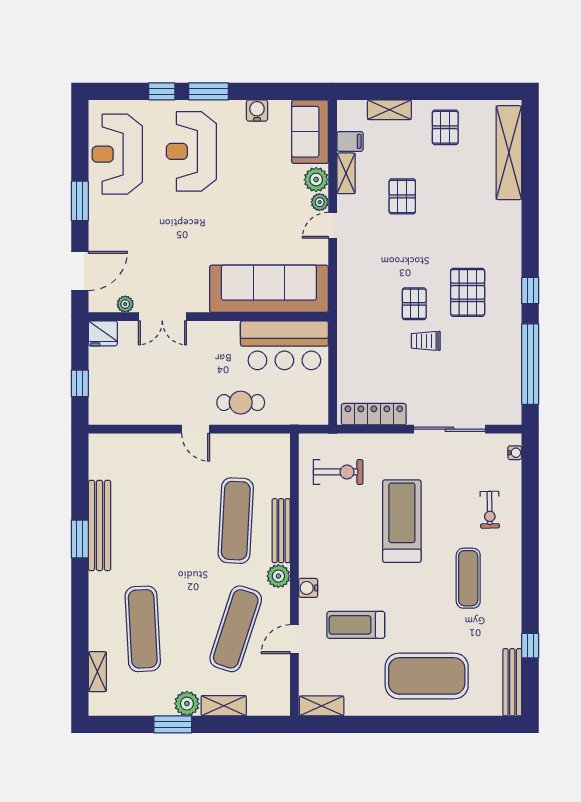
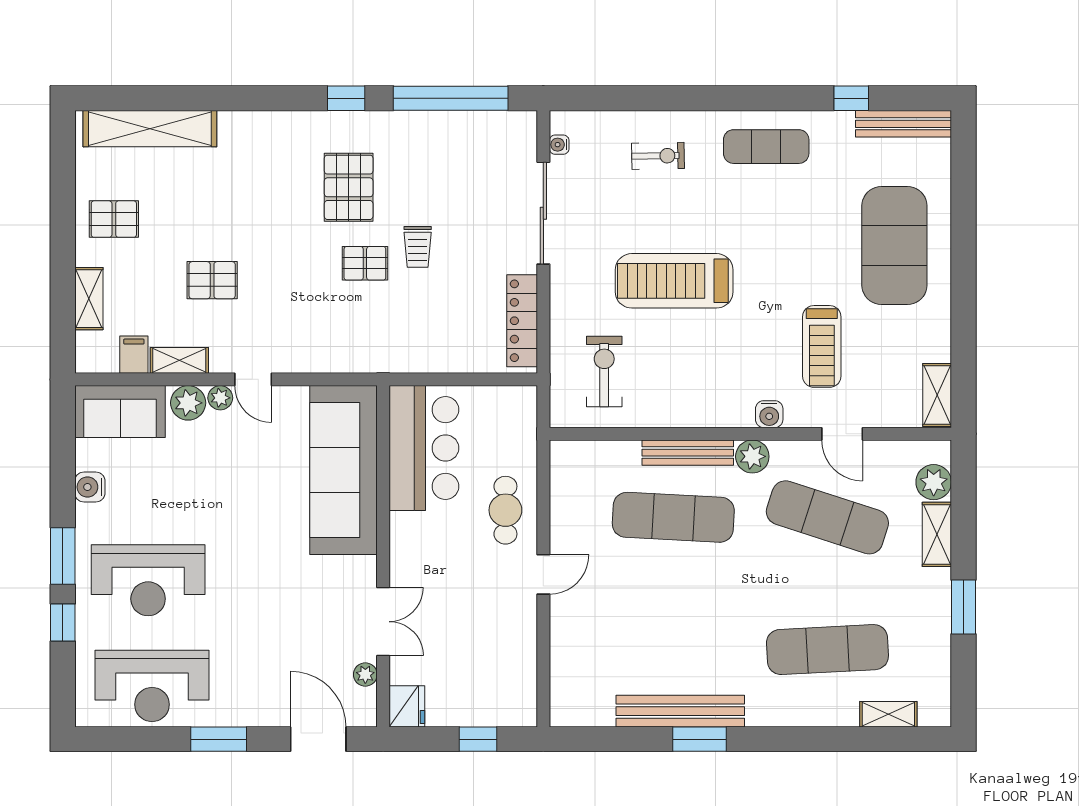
pallet: (468, 292) -> (349, 187), turned 90
water cooler: (515, 453) -> (559, 145), moved, turned -90
exercise mat: (468, 578) -> (766, 147), moved
plant: (187, 704) -> (934, 482), moved

